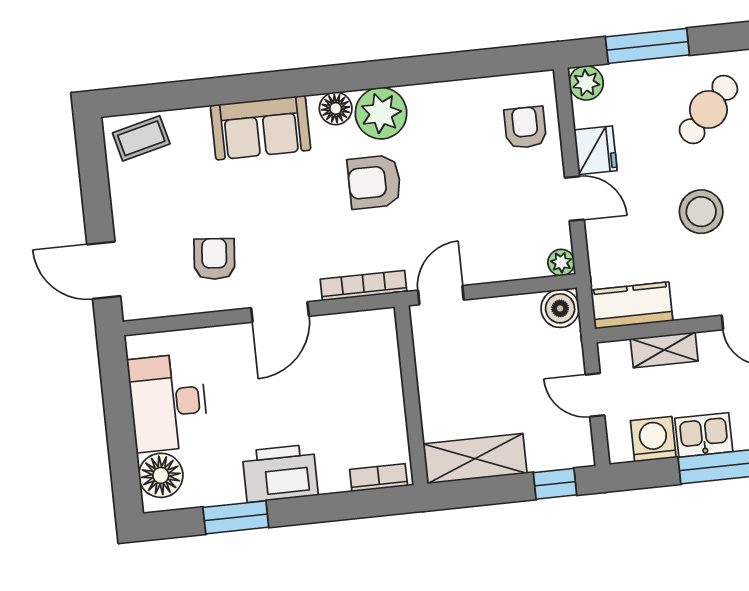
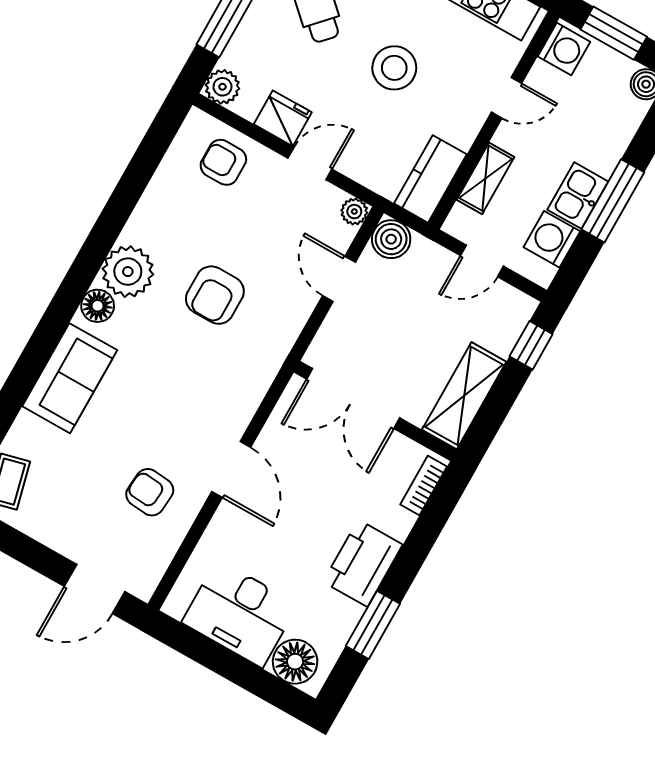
armchair: (374, 182) -> (215, 295), moved
bookcase: (364, 286) -> (258, 386), removed
door: (441, 295) -> (339, 279), moved
double door: (408, 370) -> (353, 398), added

